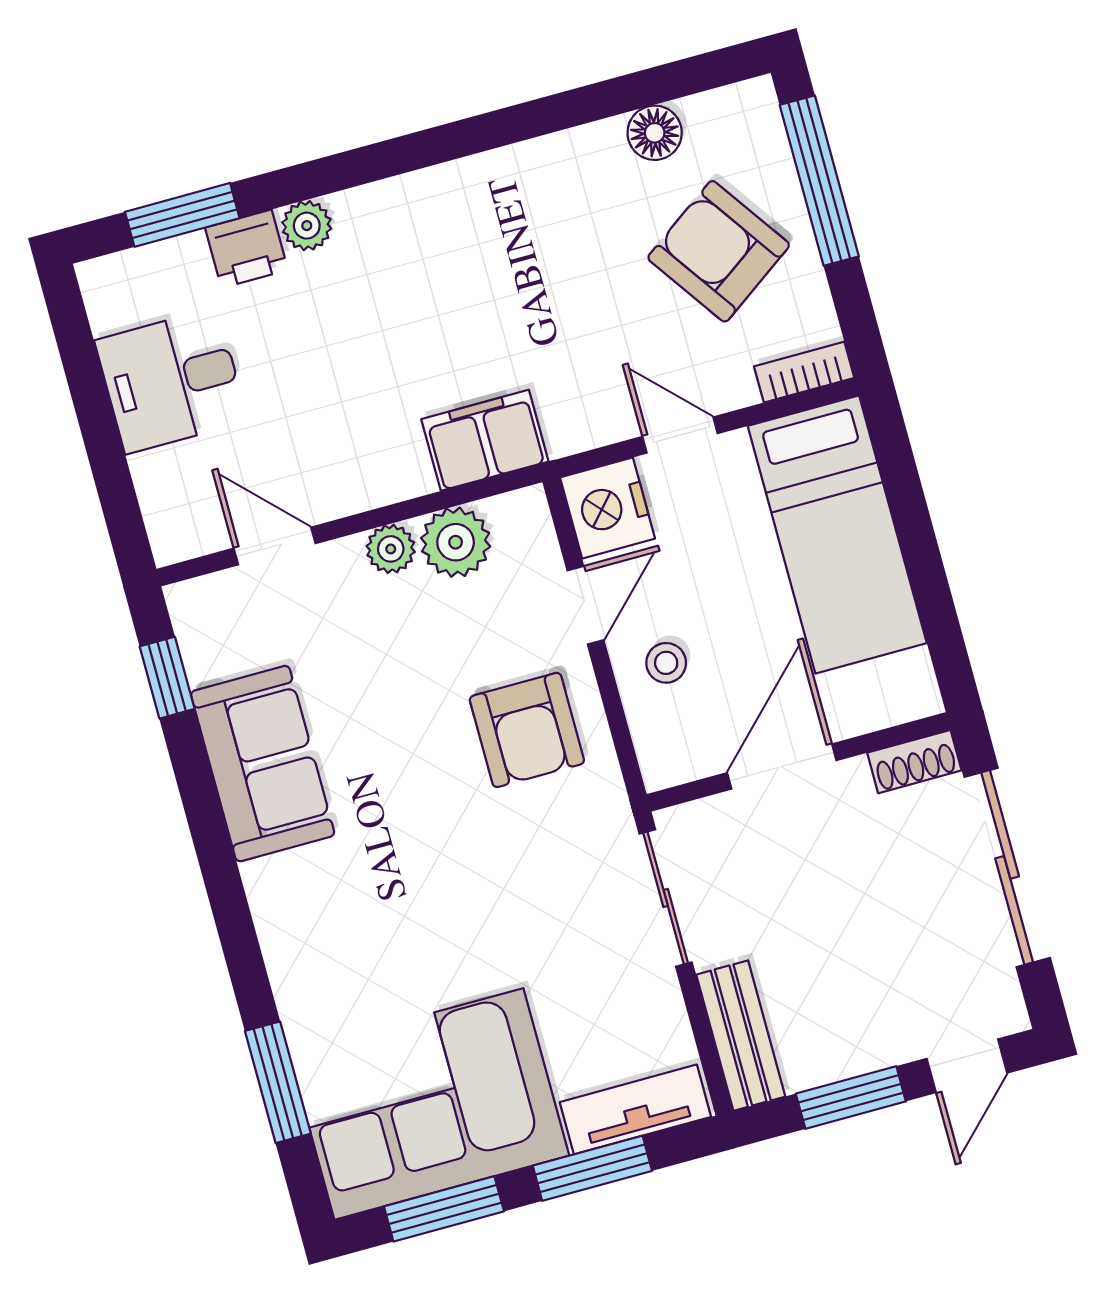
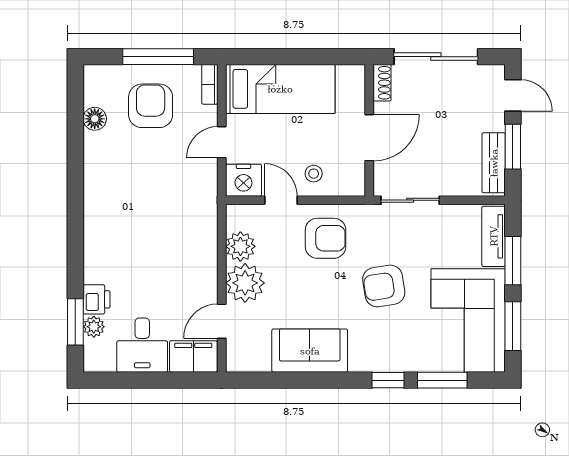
window: (819, 181) -> (158, 57), moved
plant: (307, 226) -> (94, 327), moved
armchair: (719, 251) -> (151, 106), turned 125
filing cabinet: (485, 440) -> (193, 356), moved, turned 90
plant: (391, 549) -> (245, 283), width x1.88, depth x1.88
window: (167, 678) -> (388, 380), moved
door: (782, 767) -> (369, 138), swing flipped
armchair: (455, 891) -> (384, 286), added
bench: (741, 1036) -> (494, 163), moved, turned 90

